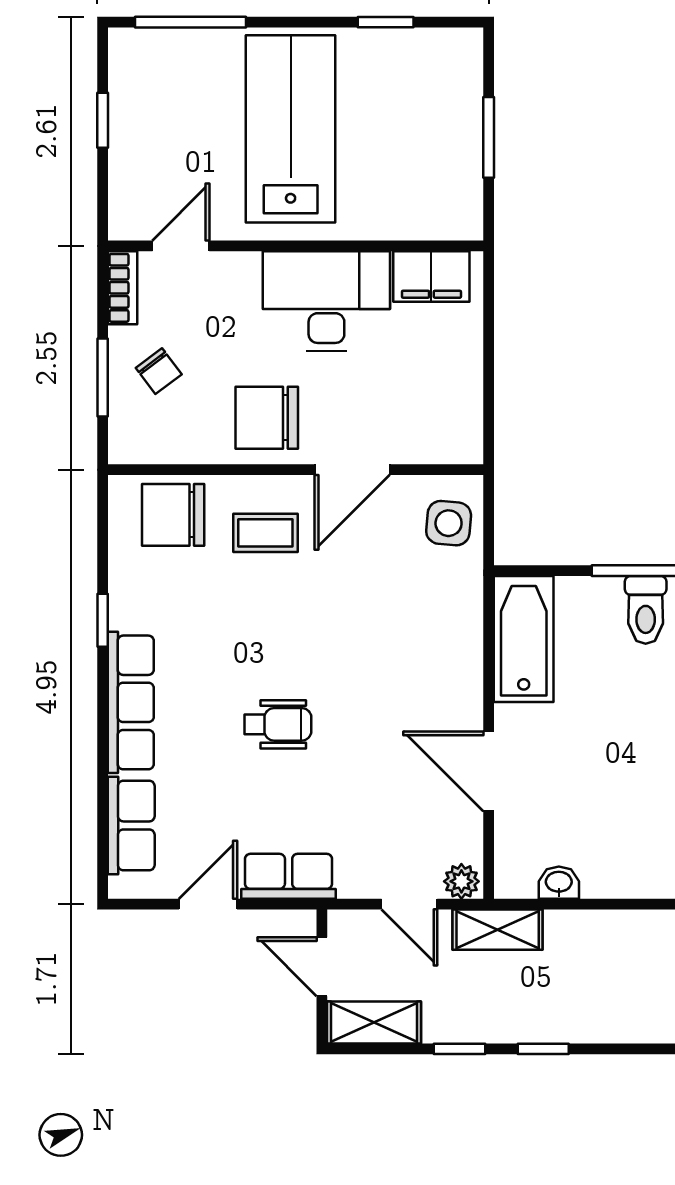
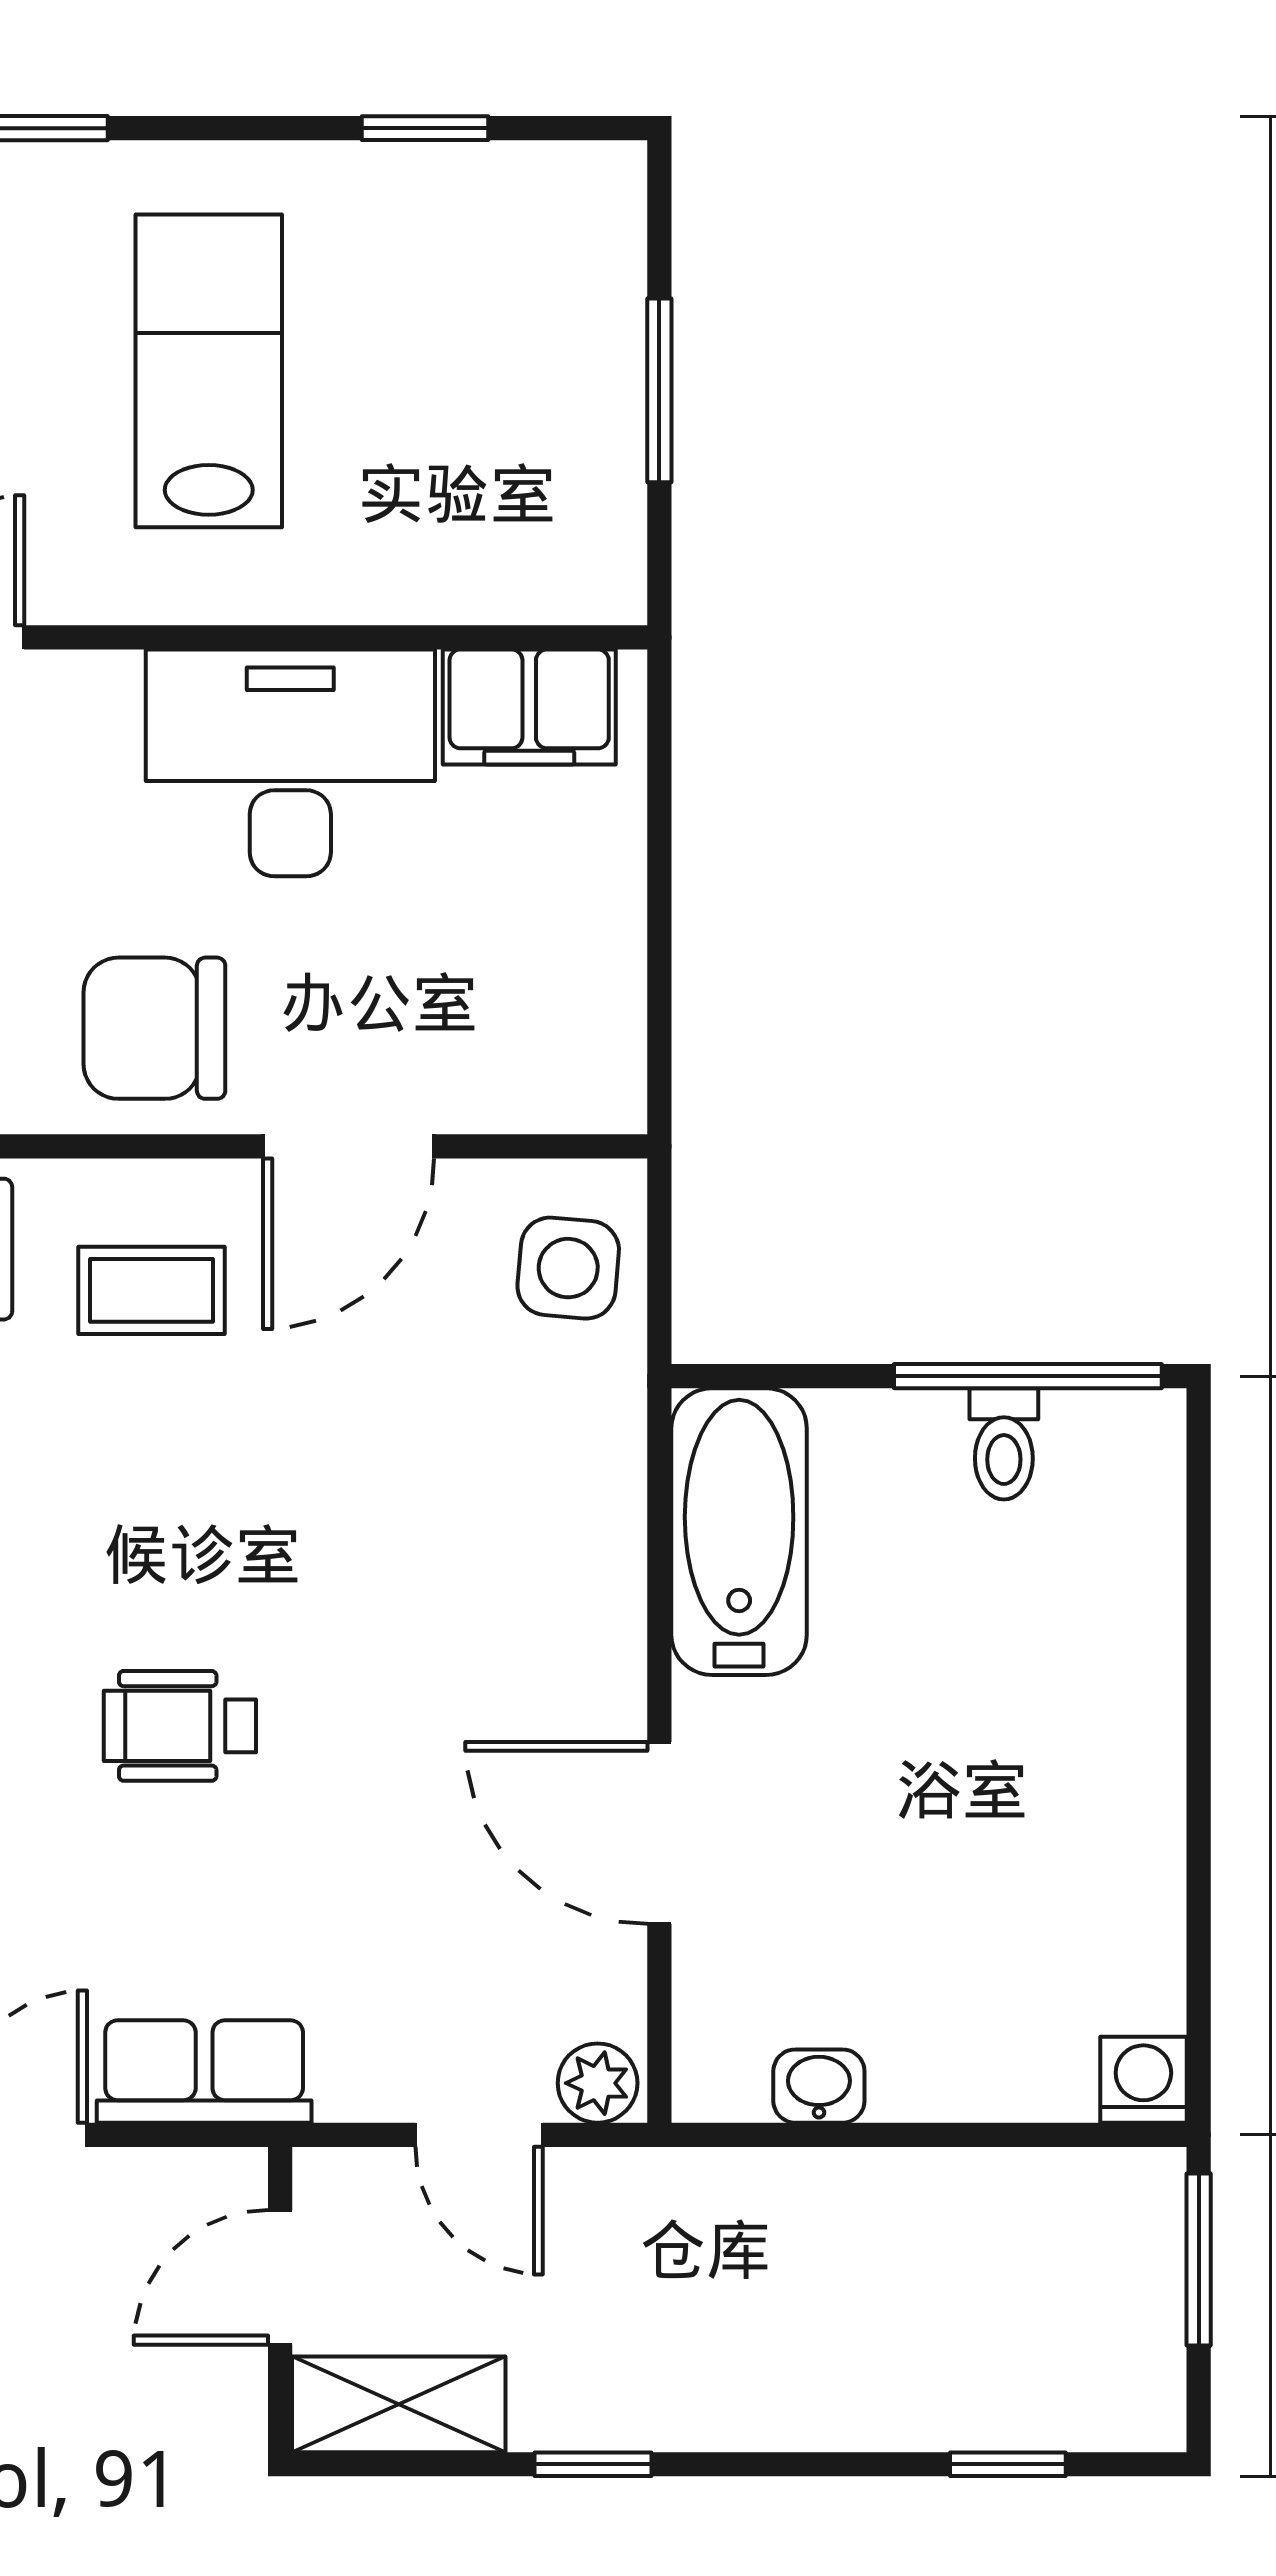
lab bench: (291, 129) -> (209, 371), width x0.73, depth x0.72
toilet: (646, 610) -> (1004, 1444), width x0.73, depth x0.72
wheelchair: (278, 724) -> (180, 1726), turned 180
shelving: (498, 930) -> (680, 2193), removed
door: (322, 967) -> (280, 2277), hinge flipped
window: (543, 1049) -> (1008, 2464), moved

